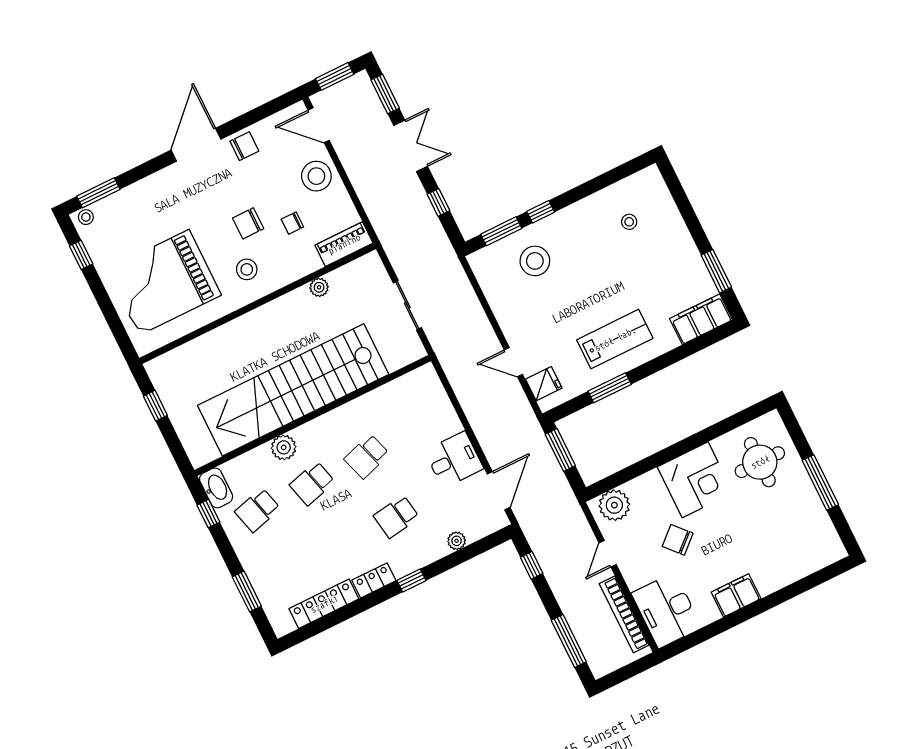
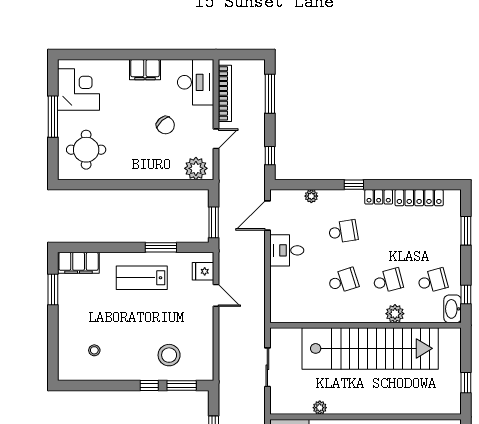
corner desk: (695, 480) -> (79, 89), moved, turned 90

